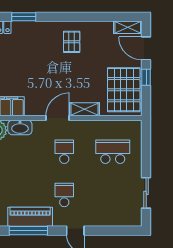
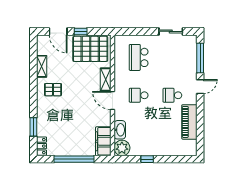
shelving: (128, 27) -> (42, 66), moved
door: (146, 48) -> (58, 31), hinge flipped
window: (28, 231) -> (200, 58), moved

